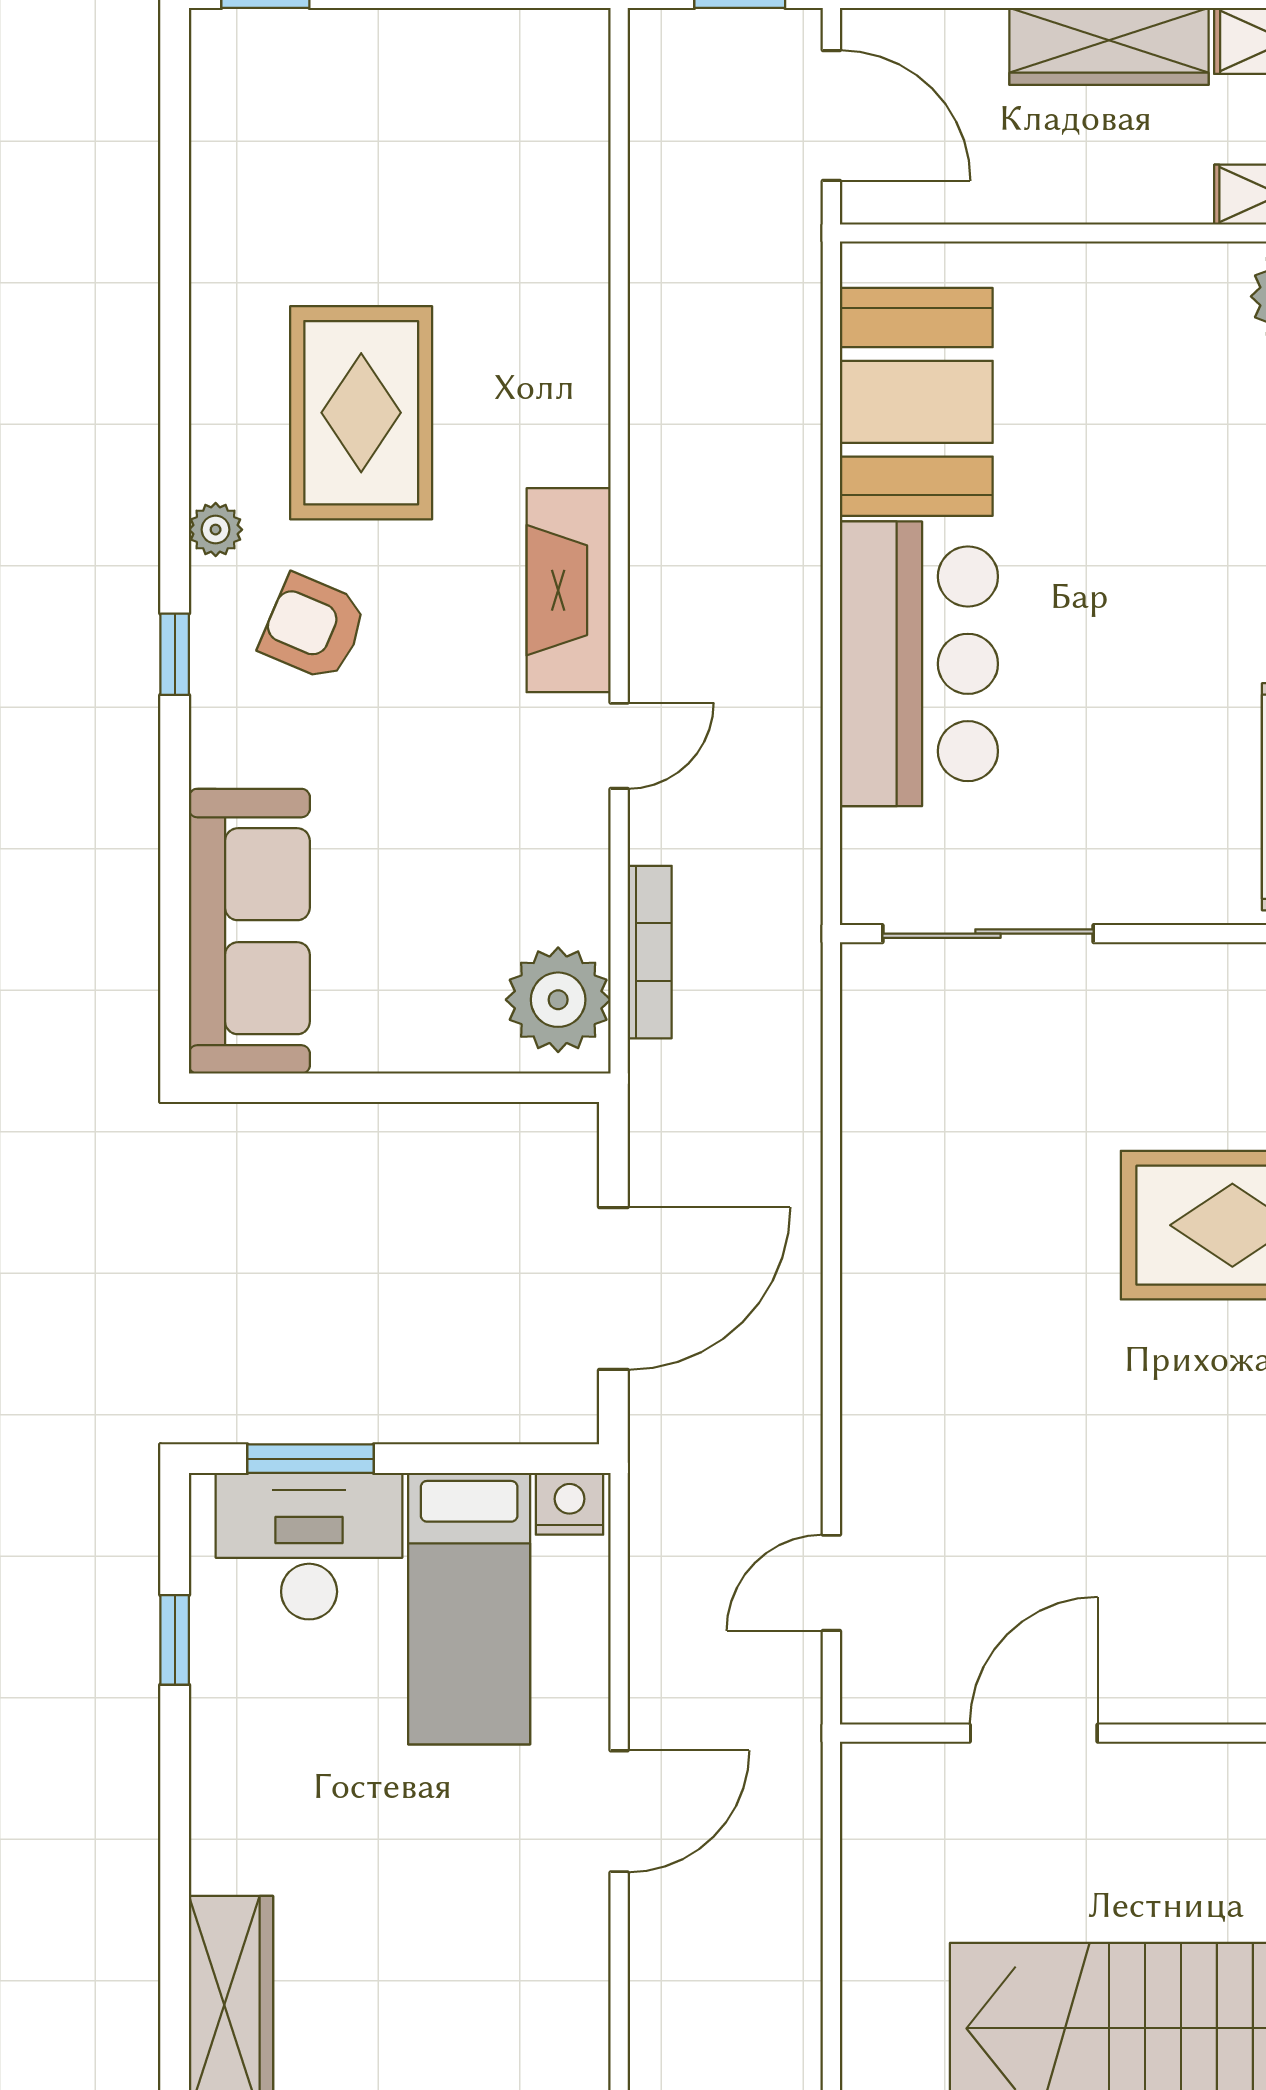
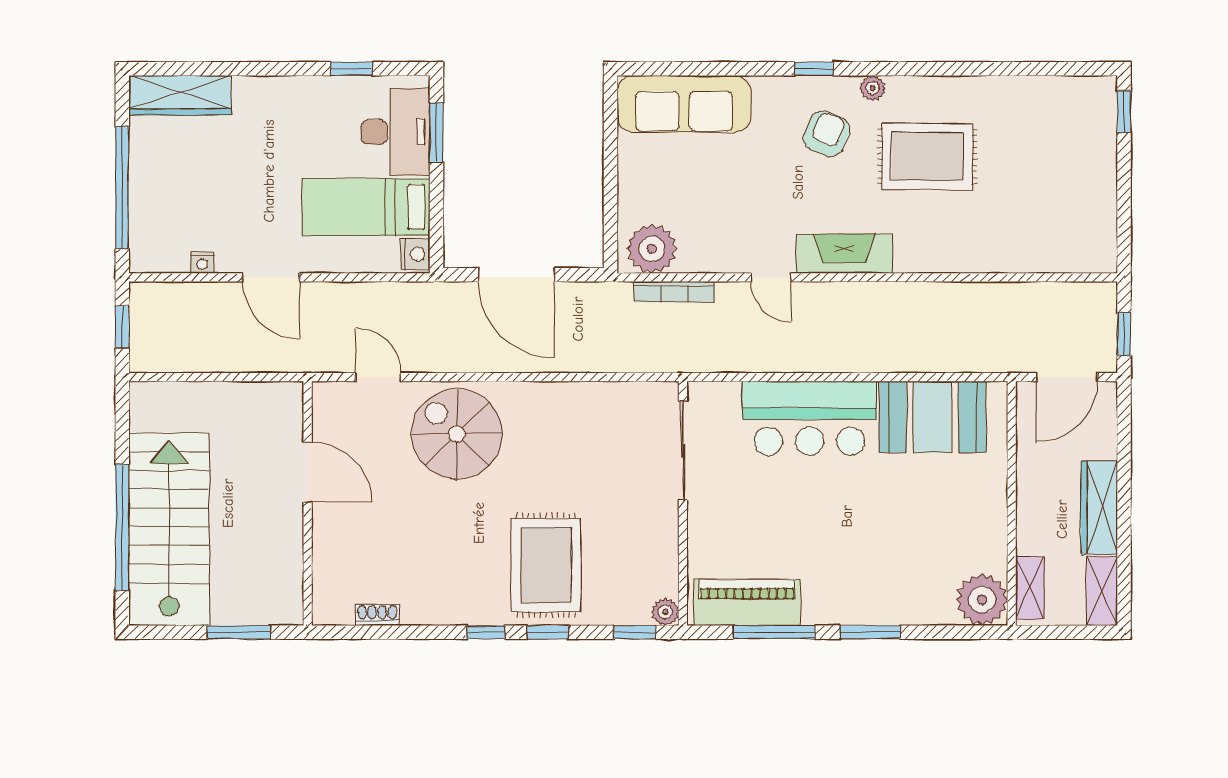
spiral stairs: (953, 1415) -> (457, 434), added
nightstand: (587, 1958) -> (202, 263), added

